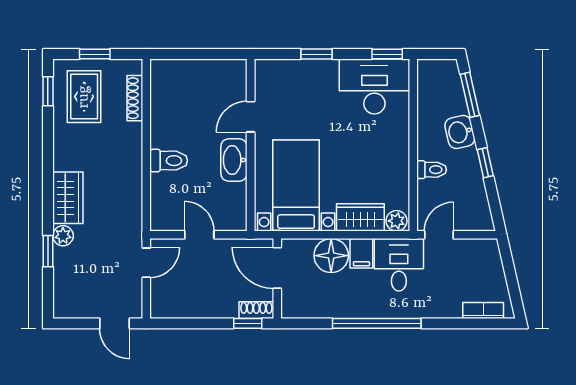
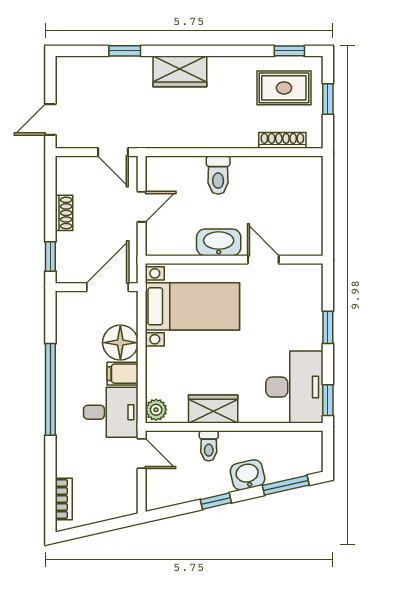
wardrobe: (360, 217) -> (213, 409), moved, turned -90
plant: (63, 236) -> (141, 66), removed
shoe rack: (256, 310) -> (64, 213), moved

